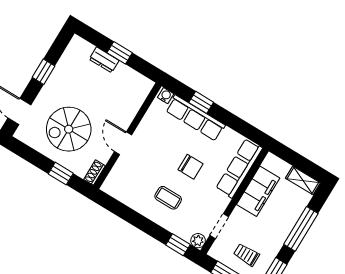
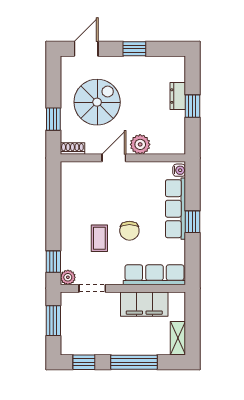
window: (201, 102) -> (192, 222), moved
plant: (125, 115) -> (140, 144), added
spiral stairs: (69, 129) -> (97, 102), turned 90
coffee table: (168, 198) -> (99, 238), moved
trolley: (246, 255) -> (82, 328), removed

